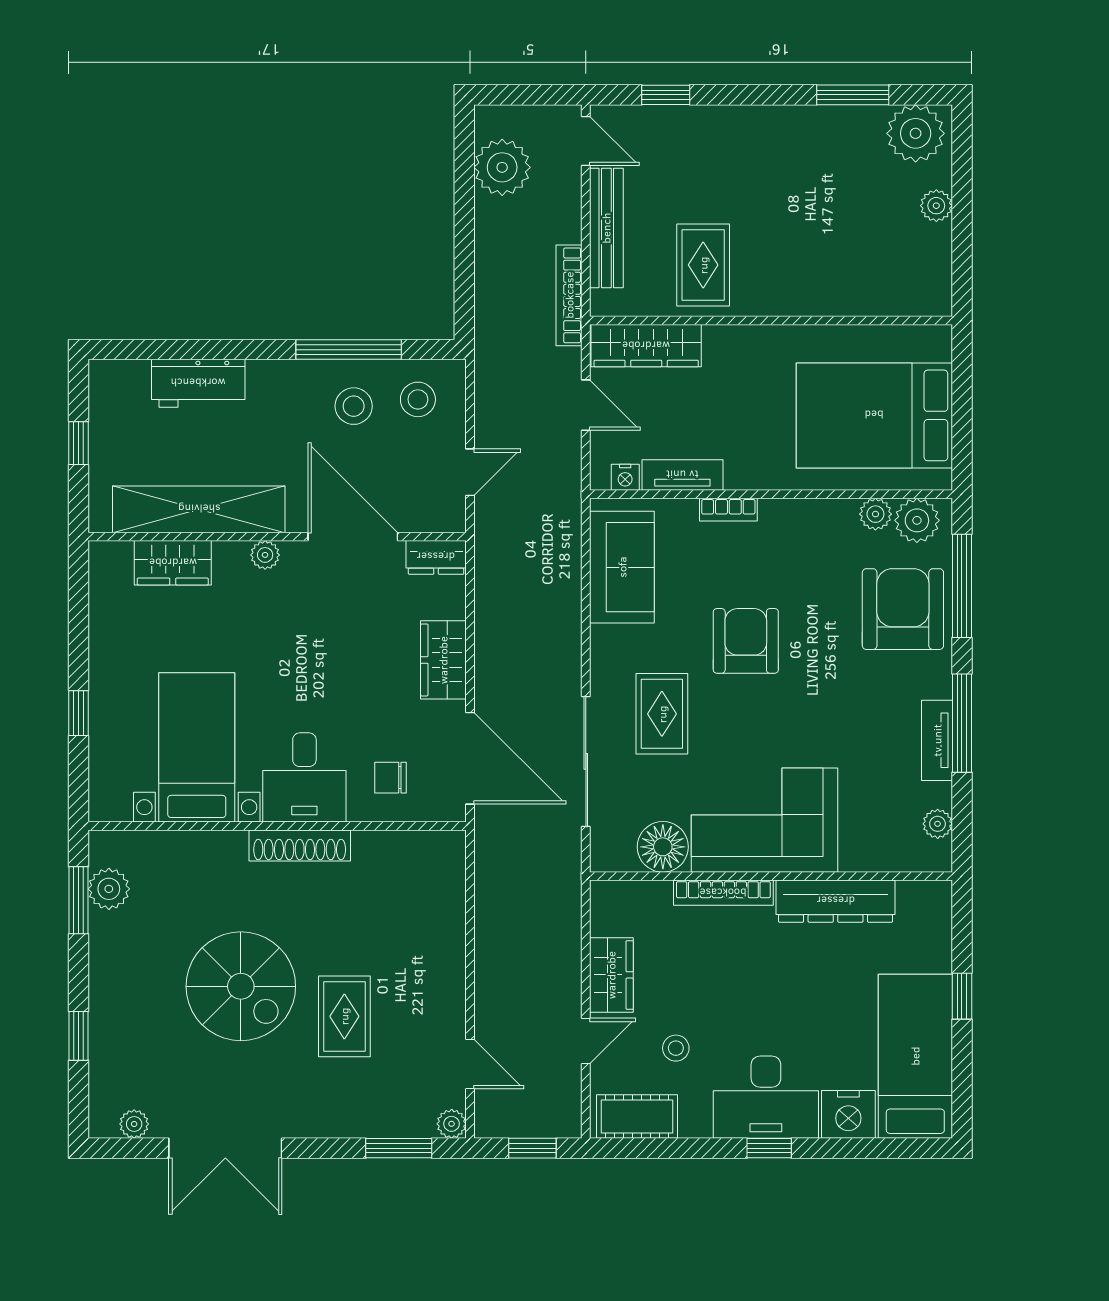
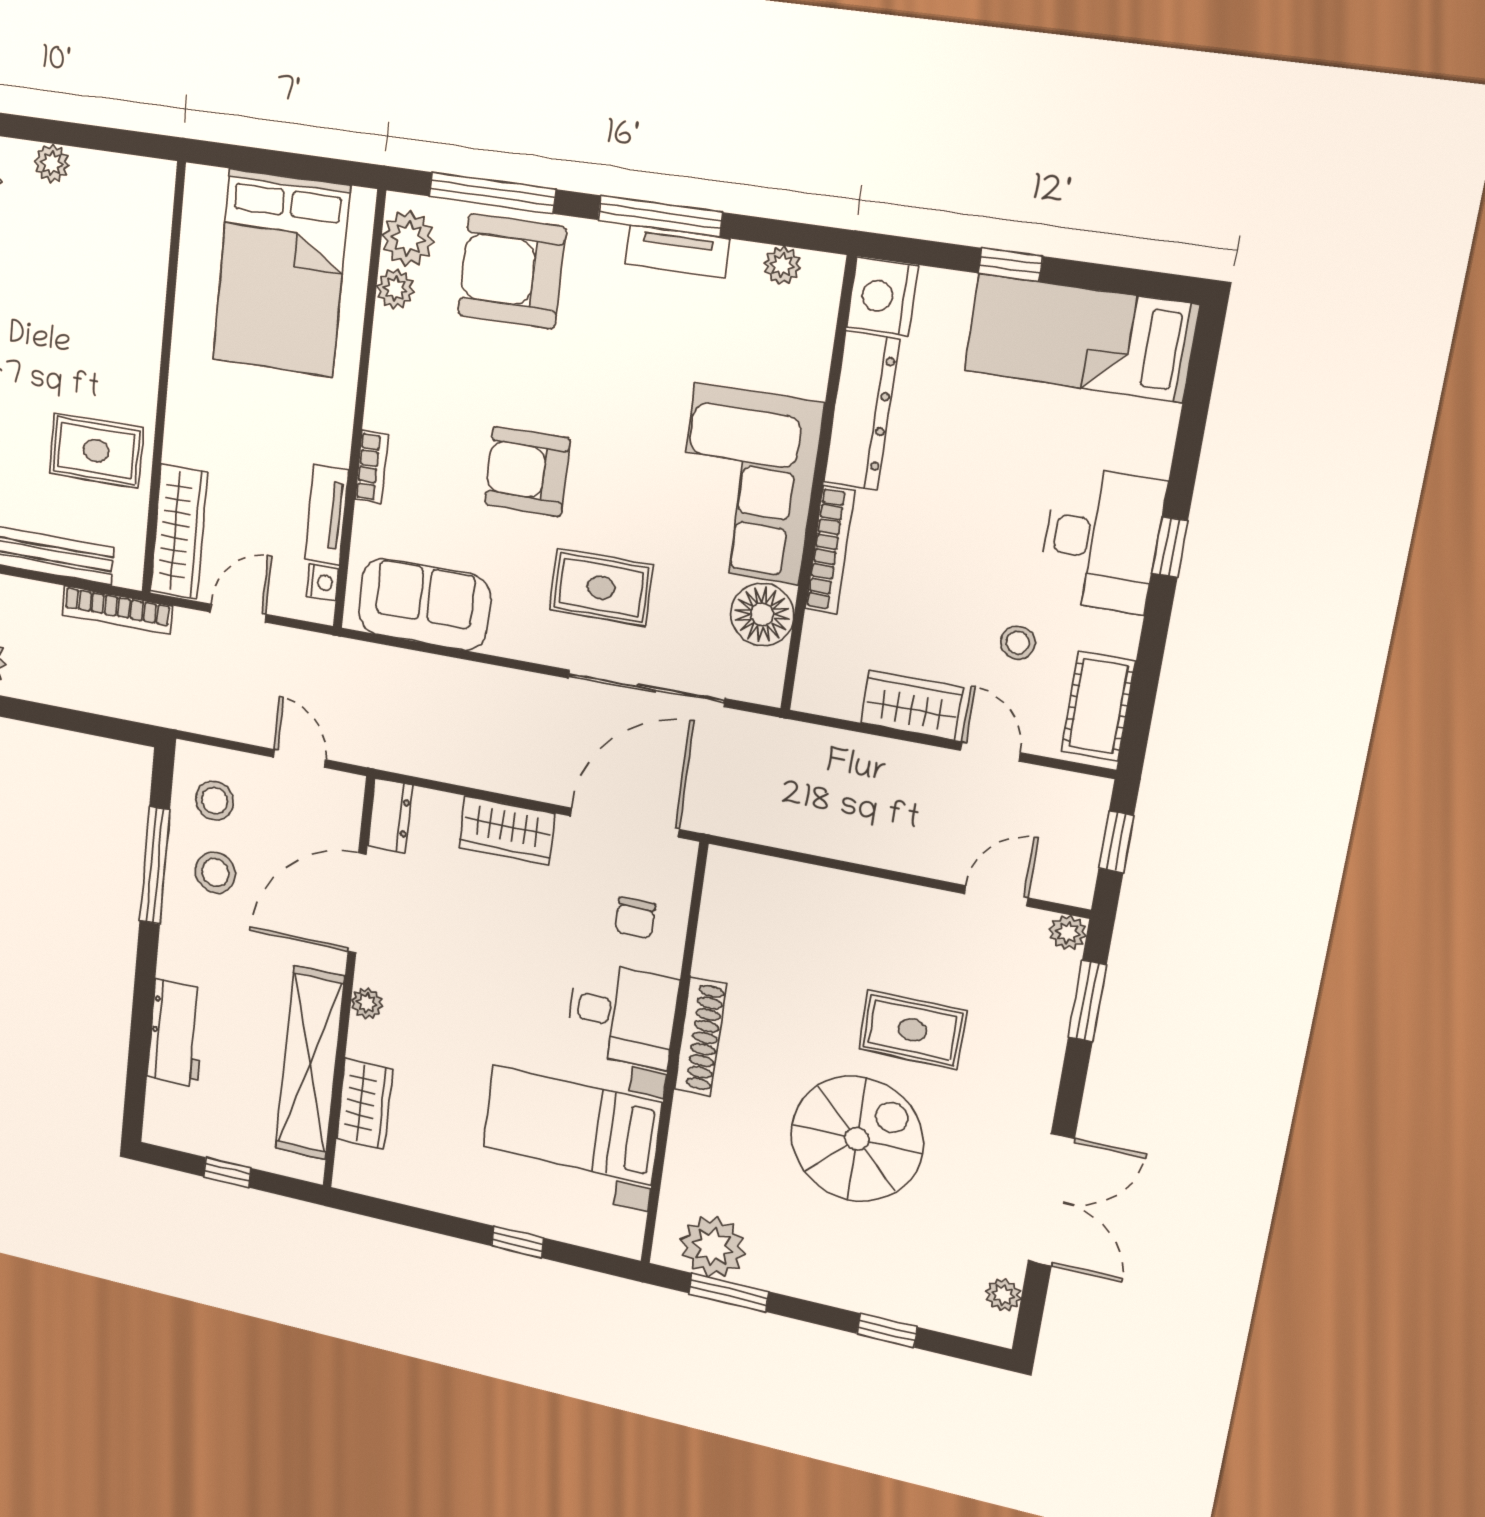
plant: (109, 889) -> (713, 1247), width x1.36, depth x1.36
nightstand: (848, 1114) -> (882, 297), moved, turned 180

